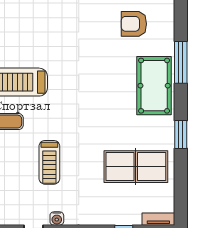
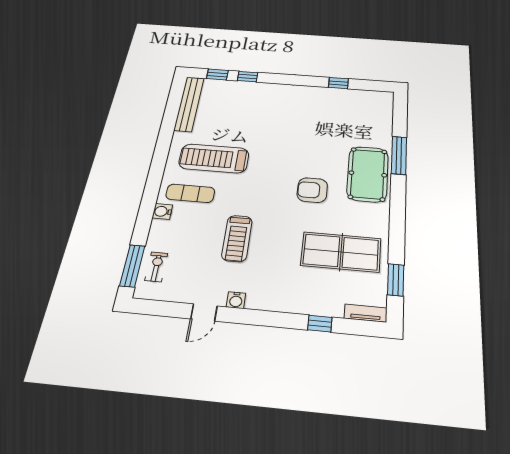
armchair: (134, 24) -> (312, 190), moved
window: (181, 134) -> (396, 280), moved

